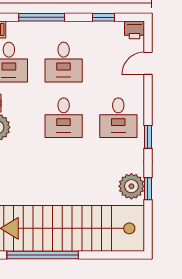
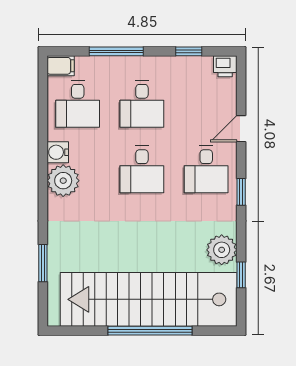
door: (148, 63) -> (241, 129), moved
window: (148, 189) -> (241, 275), moved
window: (43, 255) -> (150, 331), moved

